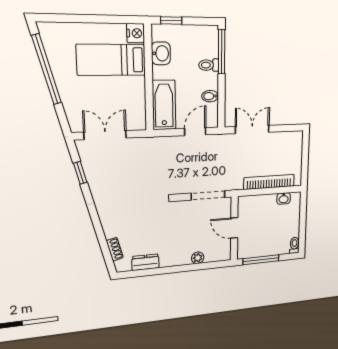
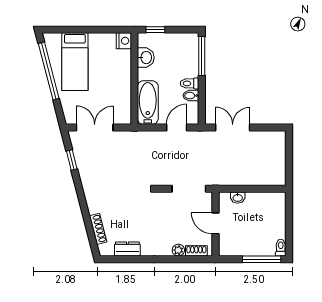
bed: (111, 60) -> (75, 62), moved, turned -90
toilet: (209, 65) -> (190, 83), moved
bookcase: (269, 182) -> (251, 180), removed
washbasin: (284, 198) -> (238, 198), moved
shoe rack: (115, 249) -> (98, 229), width x1.43
shoe rack: (215, 257) -> (196, 251), added
window: (261, 260) -> (262, 259), moved

